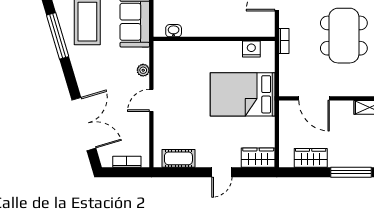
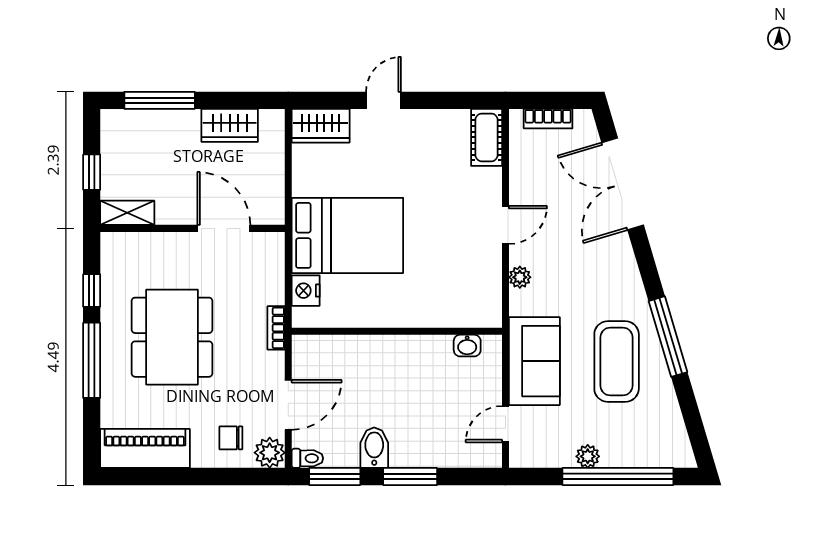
nightstand: (251, 49) -> (306, 291), moved, turned 90
cot: (178, 158) -> (487, 137), moved, turned 90

